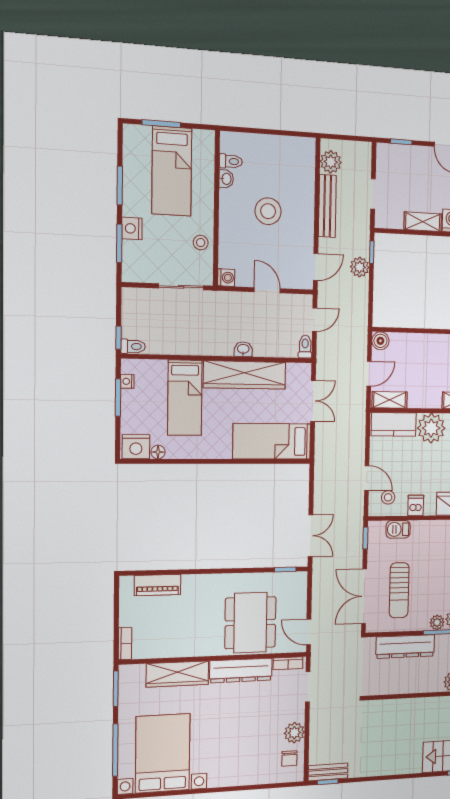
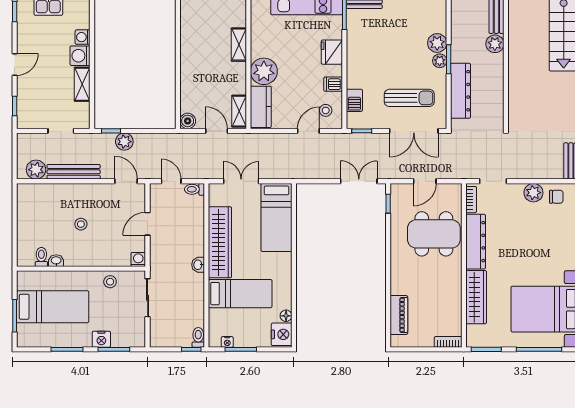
stool: (268, 211) -> (81, 224), width x0.53, depth x0.53
washbasin: (243, 349) -> (198, 265), moved
door: (309, 632) -> (425, 181), moved

